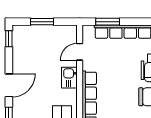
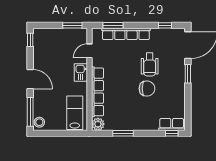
window: (42, 22) -> (72, 25), moved
door: (9, 85) -> (30, 79), hinge flipped

